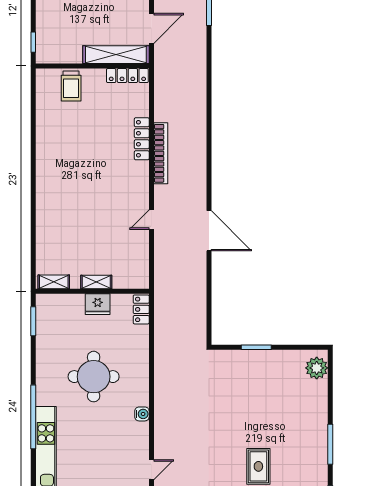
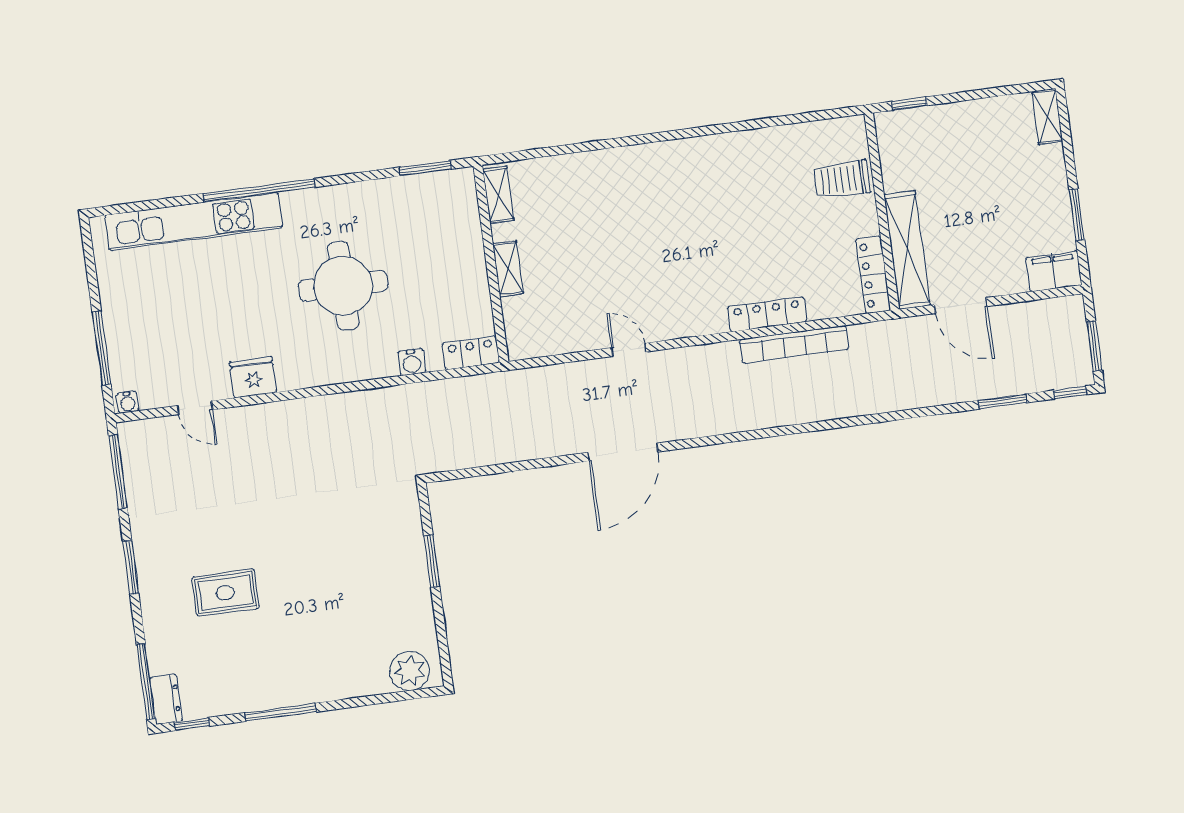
bookcase: (161, 153) -> (794, 344), moved
fridge: (98, 304) -> (253, 377), moved, turned 90
water cooler: (142, 414) -> (412, 362), moved

